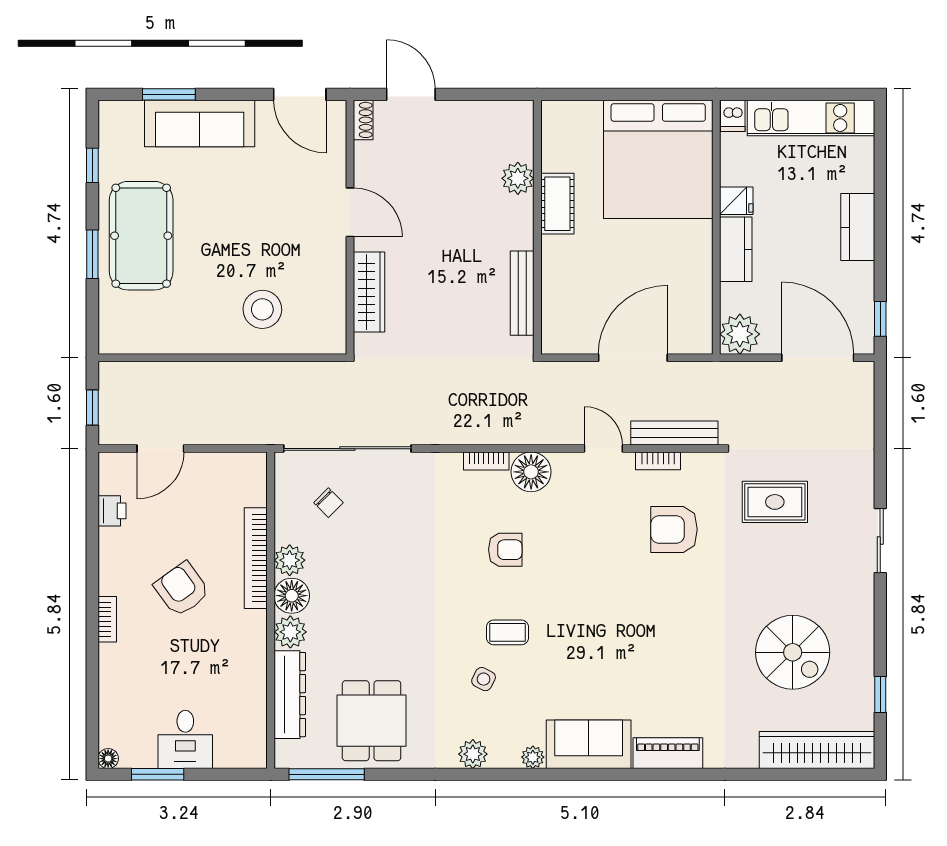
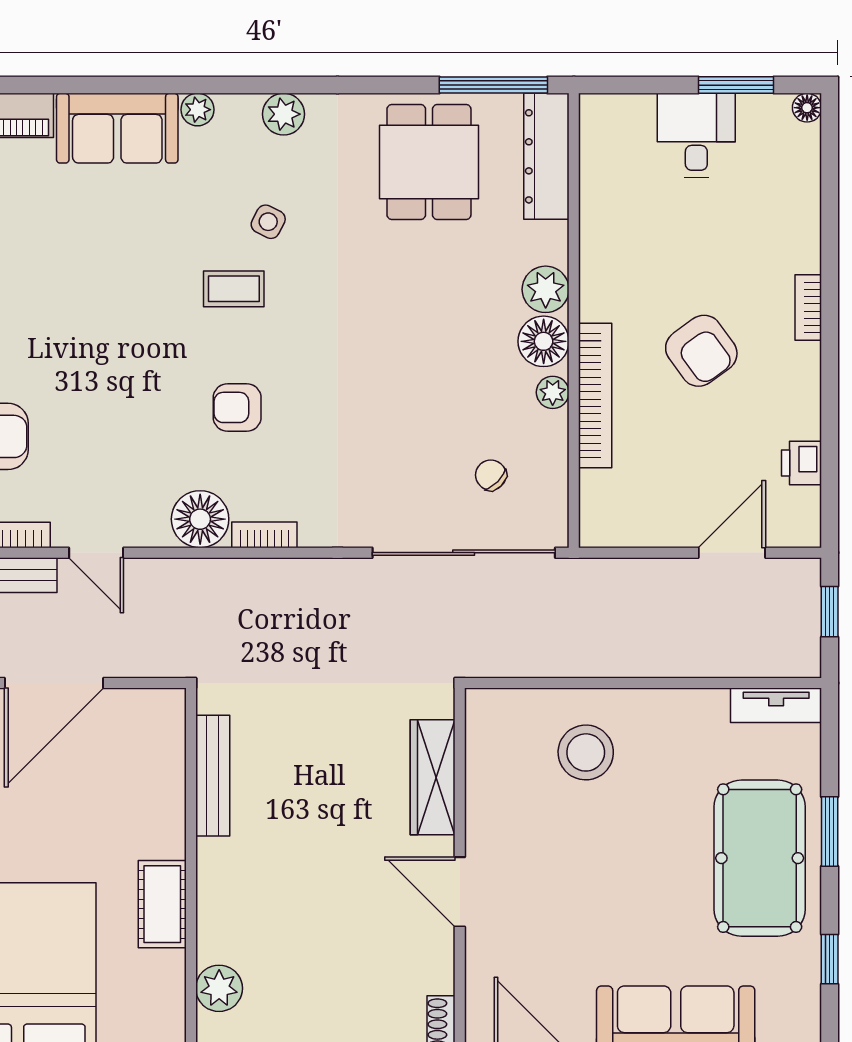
plant: (518, 178) -> (219, 988), moved
tv unit: (130, 342) -> (776, 705), added
plant: (290, 560) -> (553, 392), width x0.73, depth x0.73
dresser: (290, 695) -> (546, 156), moved

